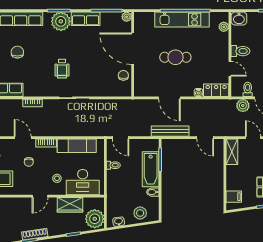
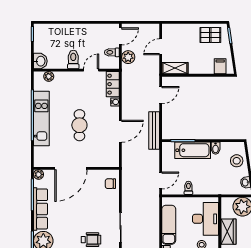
row of seats: (86, 19) -> (41, 209), width x1.48
chair: (123, 75) -> (110, 184), moved

